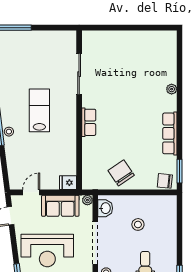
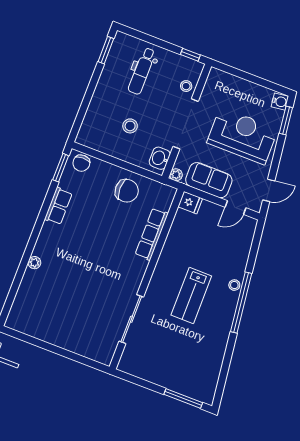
row of seats: (89, 122) -> (152, 234), moved, width x1.48
row of seats: (170, 133) -> (58, 206), width x0.68
chair: (121, 173) -> (127, 191), turned -56
chair: (165, 181) -> (81, 163), turned 84

